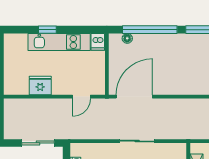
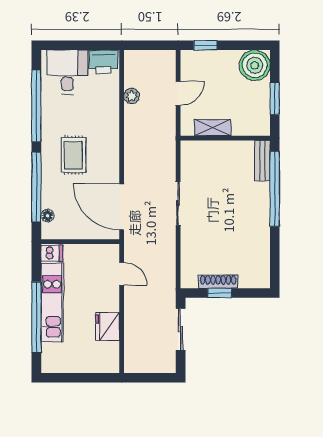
window: (47, 30) -> (36, 317), width x3.17
rug: (175, 59) -> (73, 155), added

